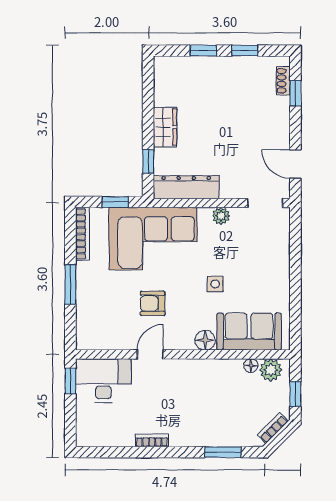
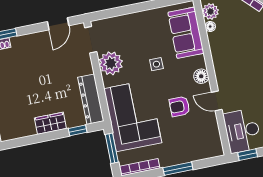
window: (115, 202) -> (112, 148), width x1.50
plant: (221, 216) -> (111, 63), width x1.87, depth x1.87
armchair: (153, 303) -> (180, 106), turned 90
floor lamp: (205, 340) -> (201, 76), moved

